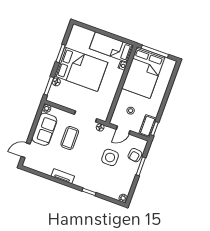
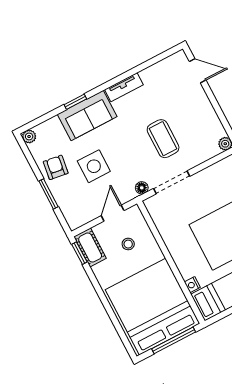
bed: (143, 73) -> (153, 307), width x1.36
sofa: (44, 129) -> (87, 115), moved, turned -90
door: (26, 150) -> (198, 71), hinge flipped
armchair: (135, 155) -> (56, 167), moved

